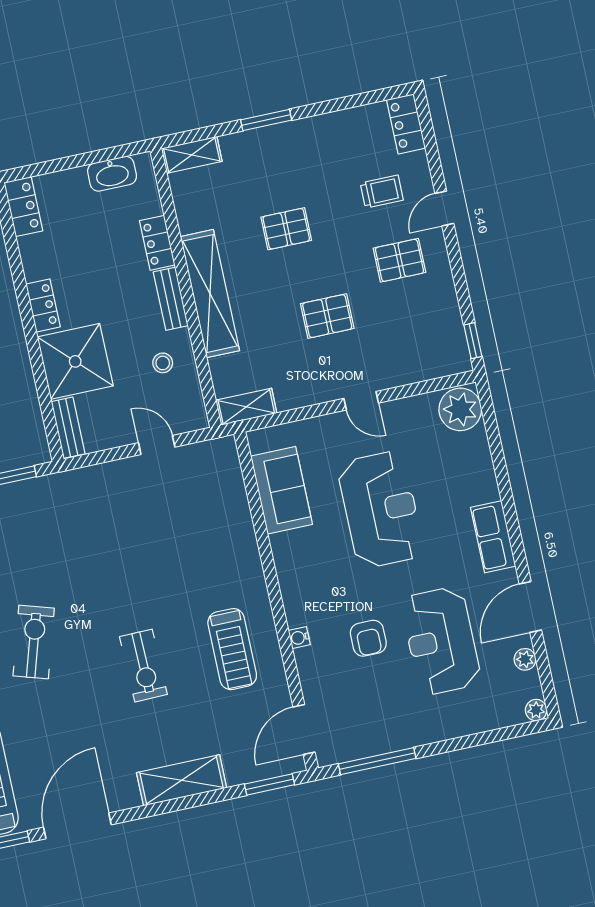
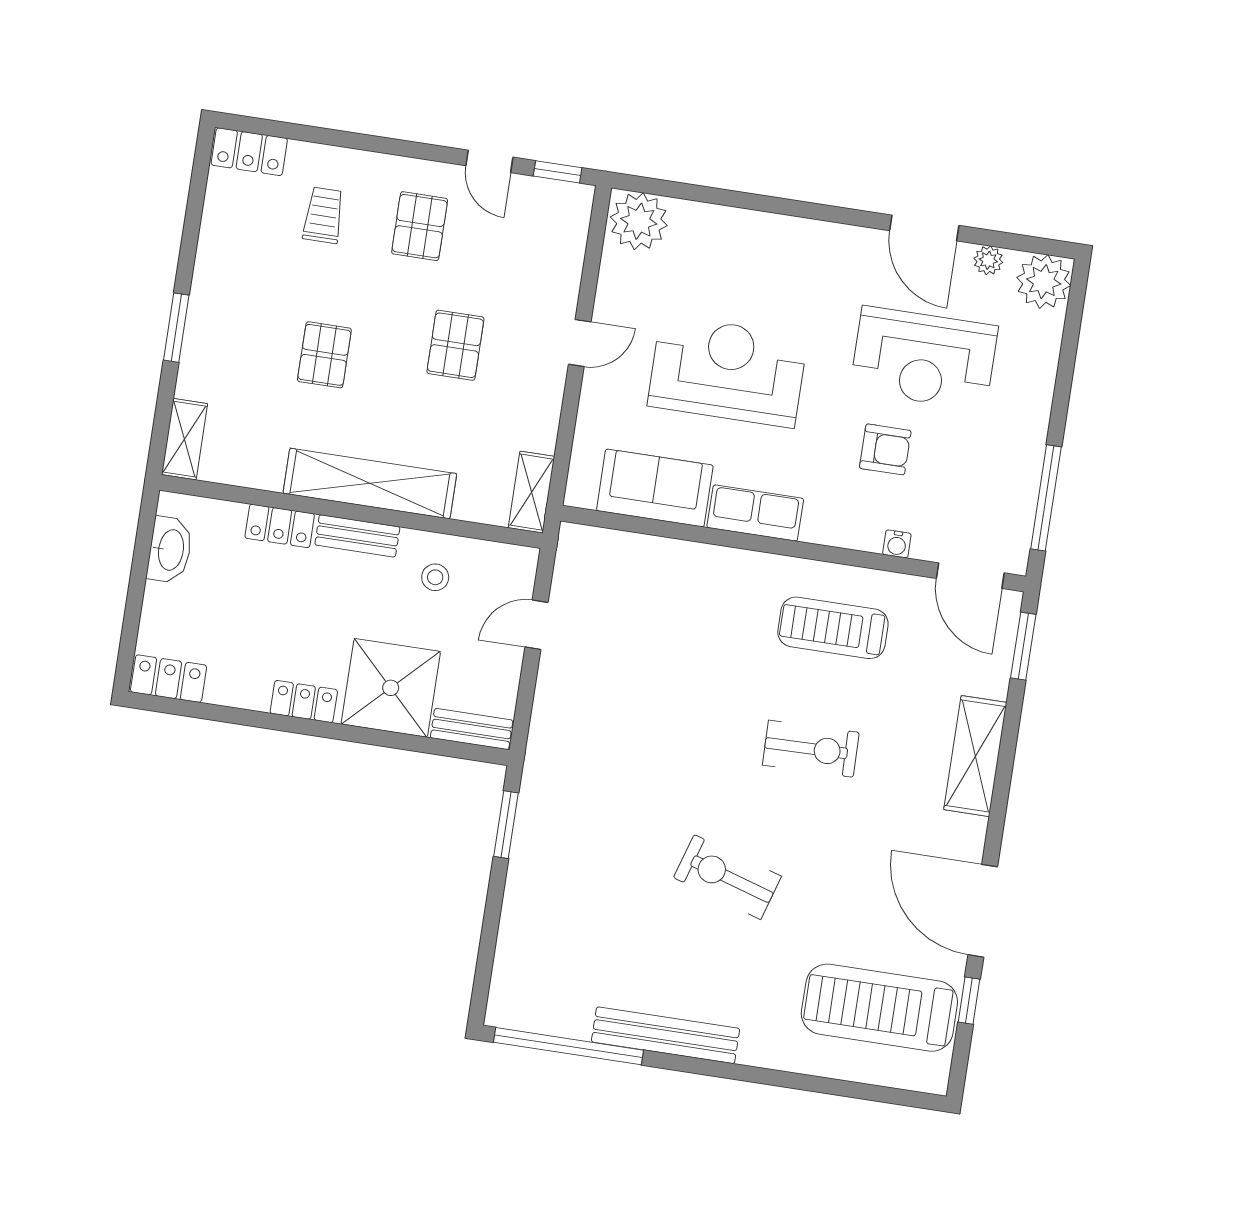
door: (444, 208) -> (489, 161), moved
row of seats: (493, 537) -> (755, 513), moved, turned 180
water cooler: (299, 638) -> (897, 544), moved
treadmill: (232, 649) -> (833, 628), turned 180
plant: (536, 710) -> (1044, 282), width x1.87, depth x1.87

